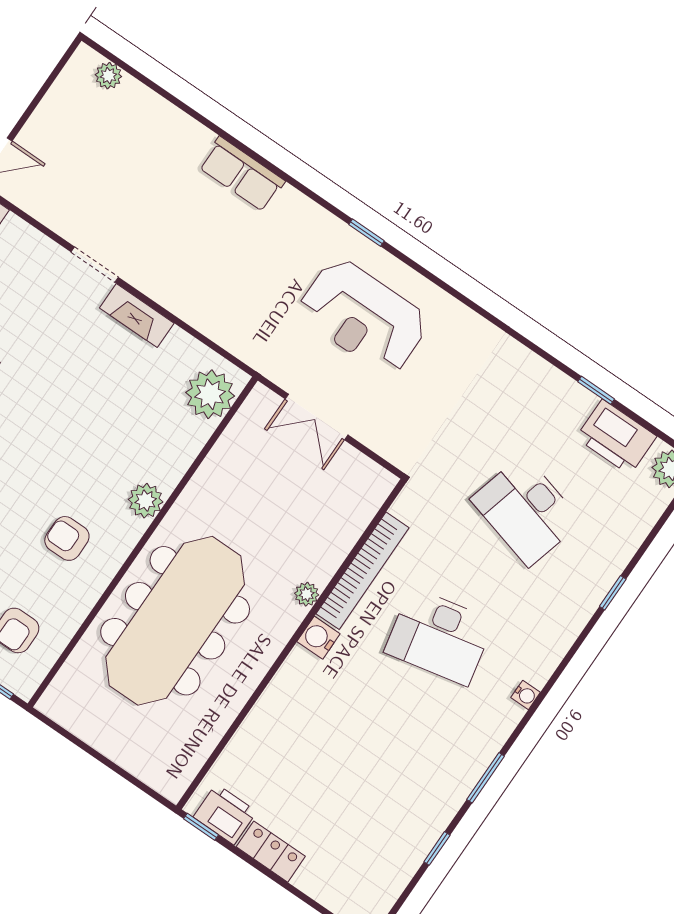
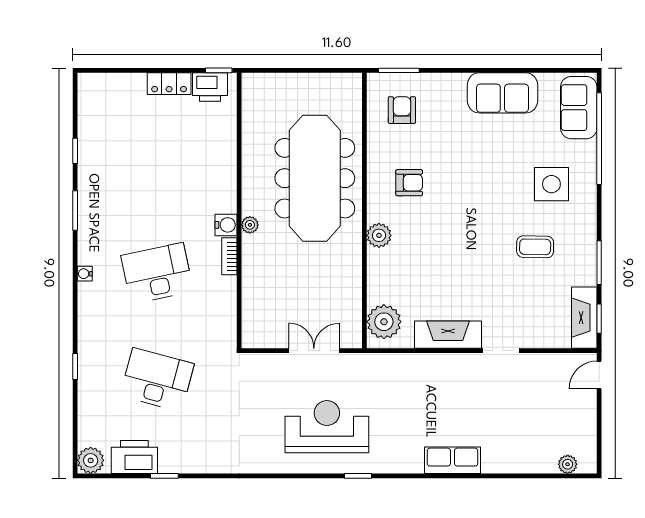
fireplace: (137, 316) -> (448, 335), width x1.37, depth x1.32
bookcase: (363, 571) -> (229, 256), width x0.43, depth x0.76
plant: (307, 594) -> (250, 225), moved

